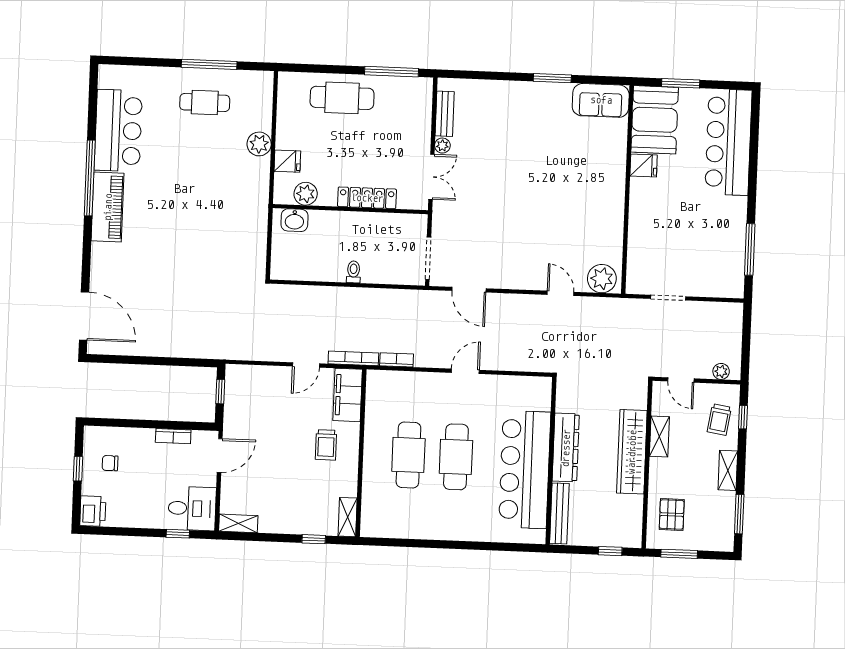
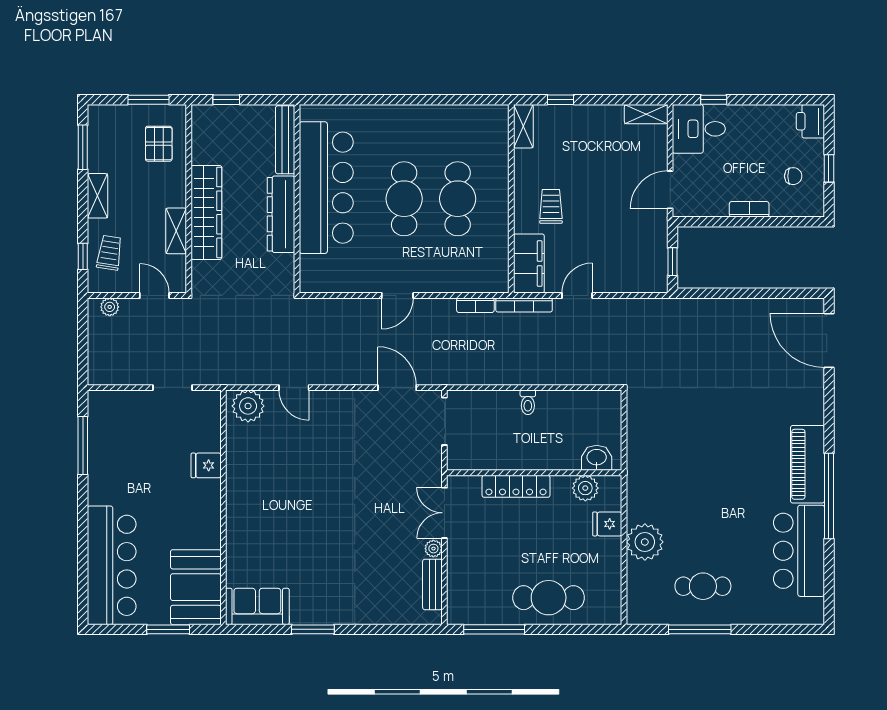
plant: (259, 144) -> (645, 542), width x1.36, depth x1.36
fridge: (644, 165) -> (206, 465), moved
bookcase: (173, 436) -> (749, 209), moved

